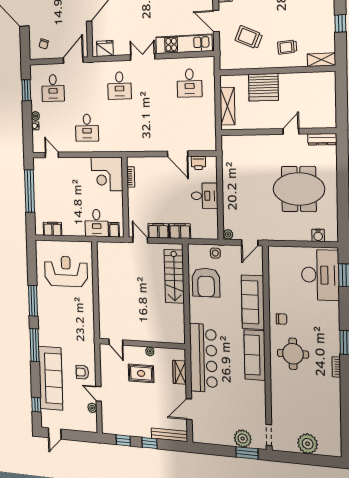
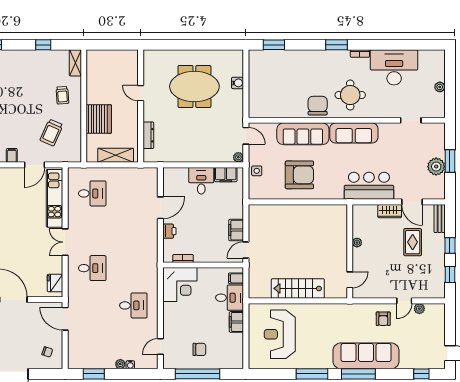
desk: (53, 88) -> (92, 343), removed
dresser: (322, 139) -> (148, 135), moved
printer: (198, 163) -> (169, 231), moved
meeting table: (299, 189) -> (194, 86), turned 90
chair: (50, 193) -> (199, 349), added
filing cabinet: (52, 229) -> (236, 322), moved
filing cabinet: (180, 231) -> (226, 175), moved, turned -90
water cooler: (318, 235) -> (237, 83), moved
desk: (320, 275) -> (394, 67), moved
stairs: (174, 276) -> (298, 288), moved, turned 180
armchair: (206, 282) -> (299, 175), moved
chair: (281, 319) -> (318, 106), width x1.87, depth x1.87
bar counter: (203, 358) -> (369, 186), width x0.73
wardrobe: (180, 372) -> (390, 211), moved
rug: (141, 373) -> (413, 242), moved
sofa: (51, 378) -> (366, 356), moved
bench: (169, 435) -> (440, 219), width x0.73
doorway: (269, 435) -> (411, 120), moved
plant: (243, 439) -> (436, 167), moved
plant: (308, 444) -> (440, 87), width x0.53, depth x0.53
window: (247, 453) -> (450, 161), moved

